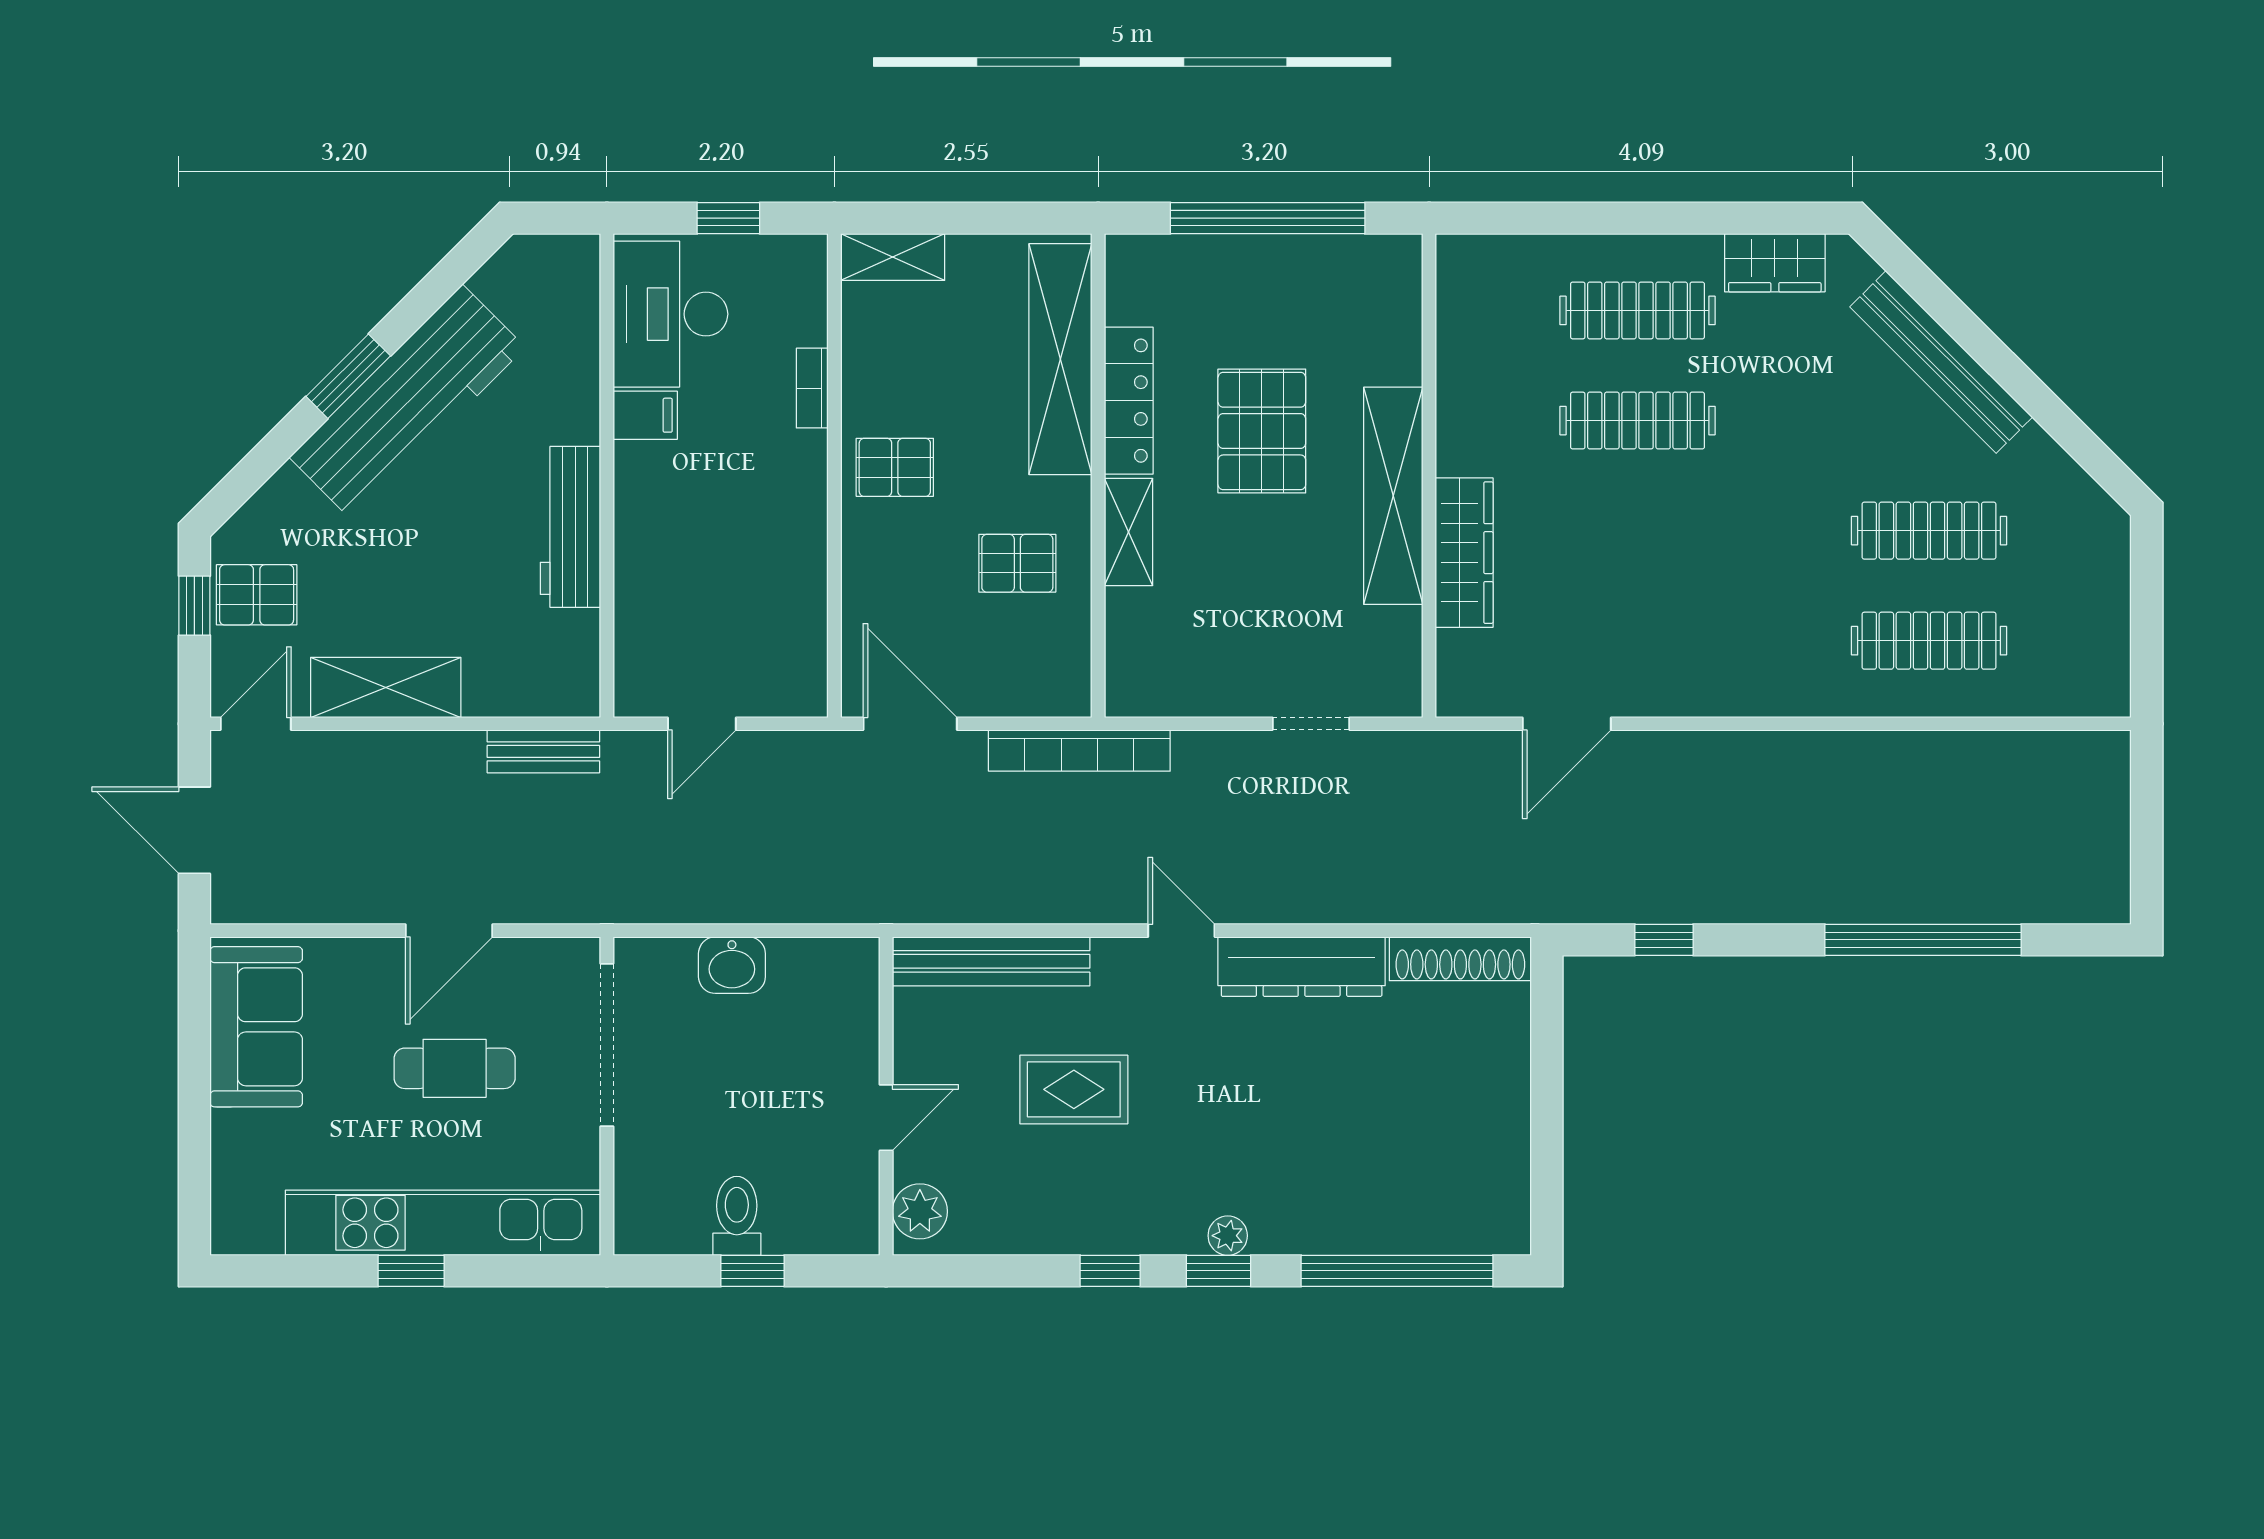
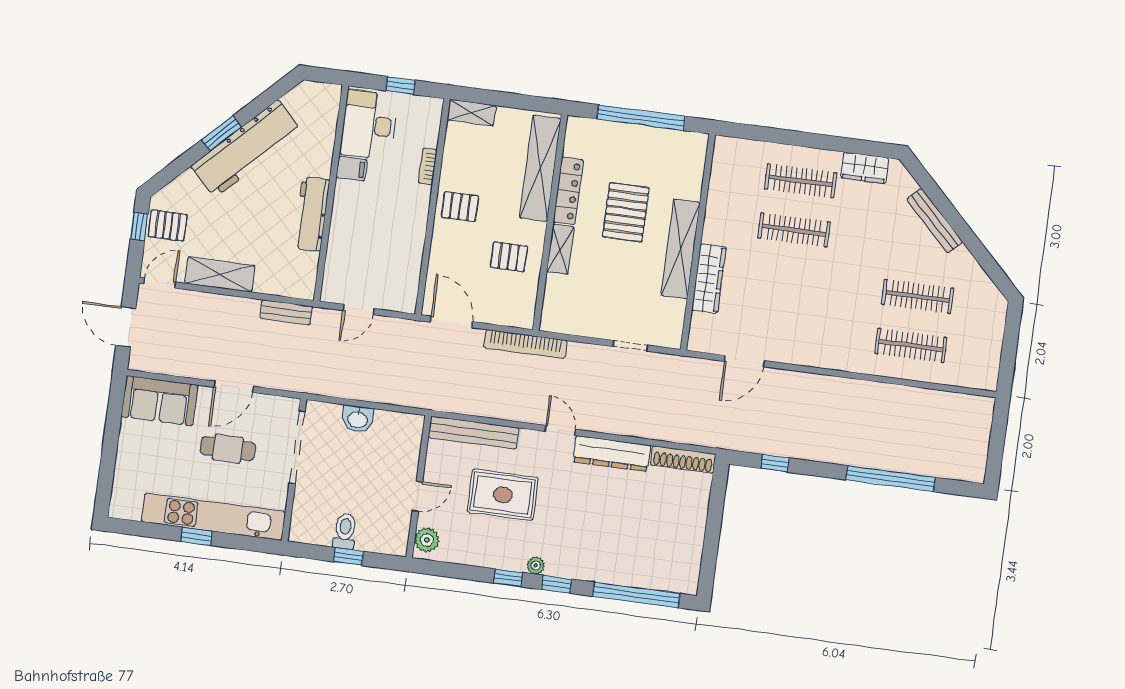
bench: (1941, 362) -> (935, 221), width x0.73, depth x0.82
sofa: (256, 1027) -> (159, 401), moved, turned 90
rug: (1074, 1089) -> (503, 495), width x1.36, depth x1.43
plant: (1228, 1236) -> (536, 566), moved

